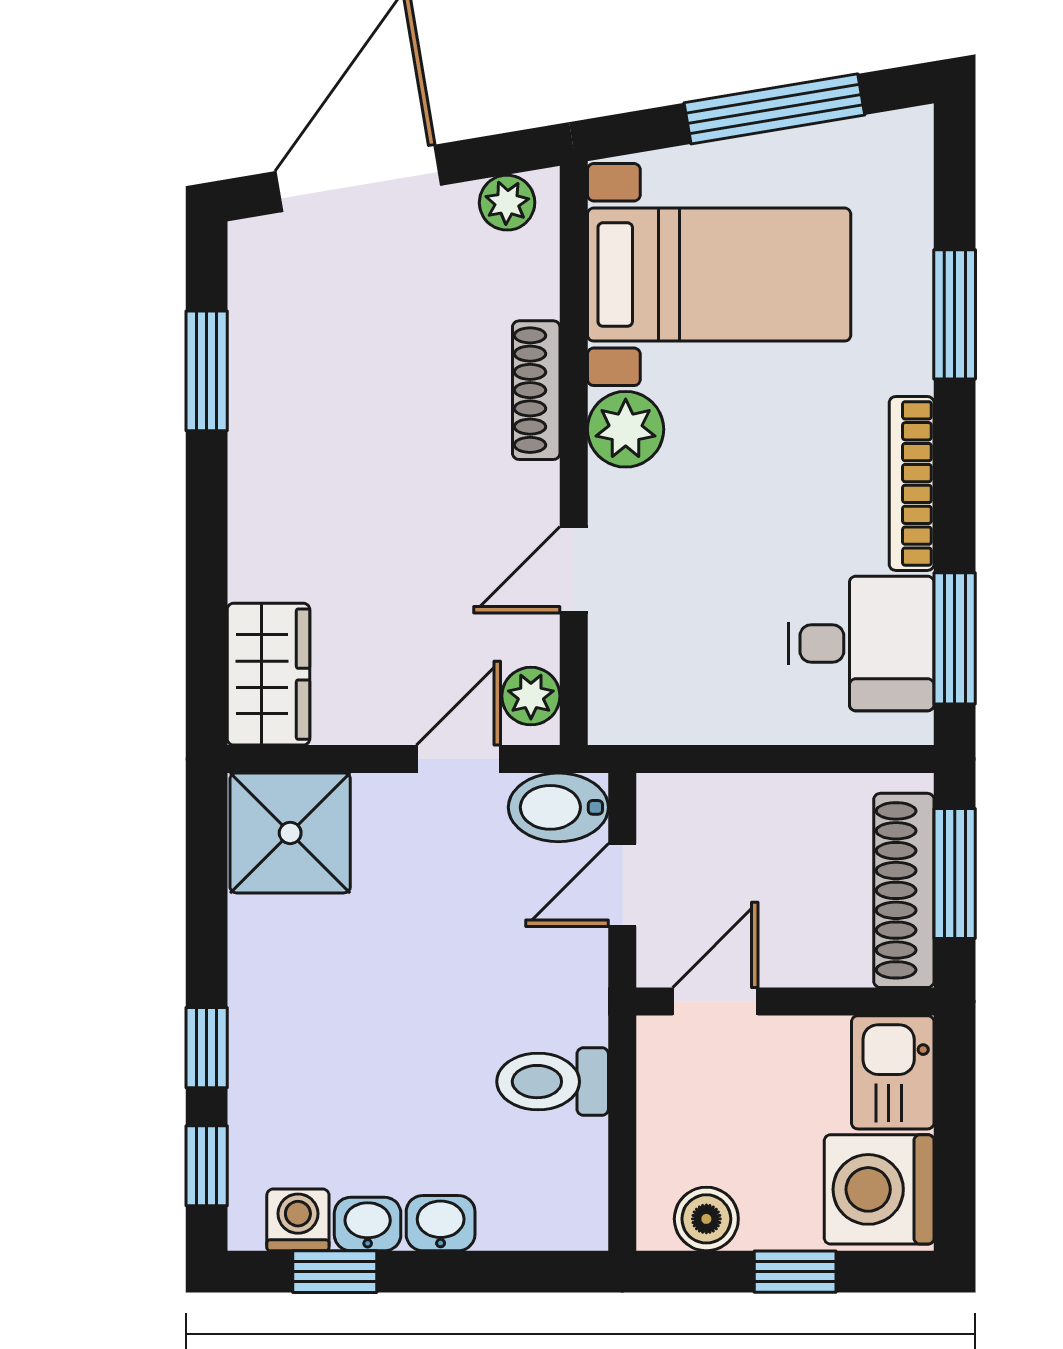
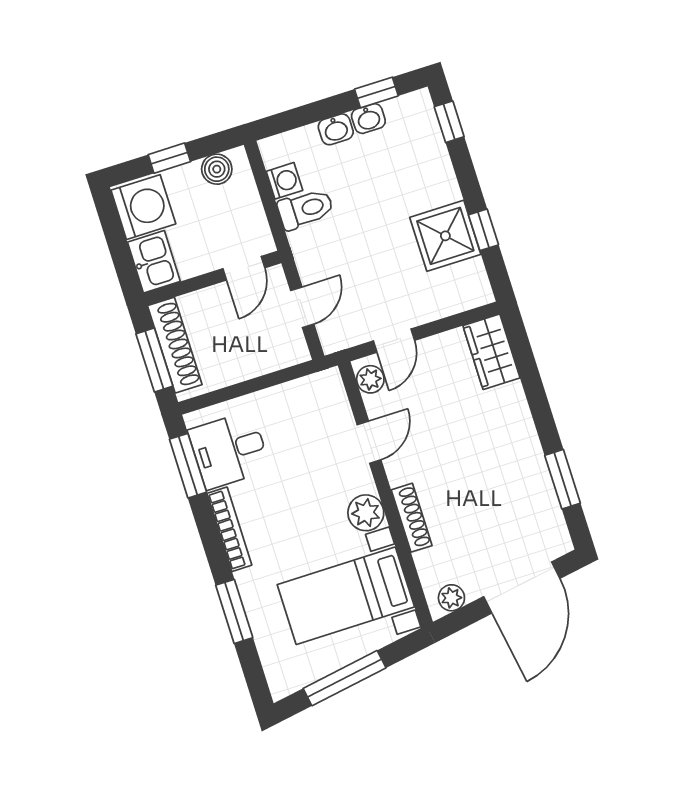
bidet: (558, 807) -> (342, 333), removed
shower: (290, 833) -> (445, 236), moved
window: (207, 1048) -> (483, 230), moved
washing machine: (298, 1220) -> (284, 181), moved, turned -90

